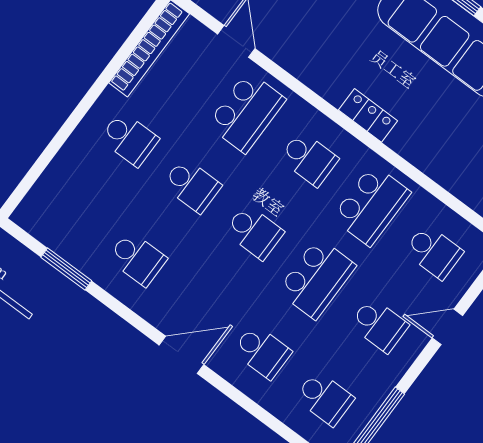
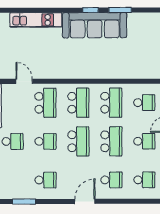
locker: (368, 115) -> (87, 73), removed
school desk: (309, 159) -> (78, 103), width x1.85
school desk: (254, 232) -> (78, 141), width x1.85

